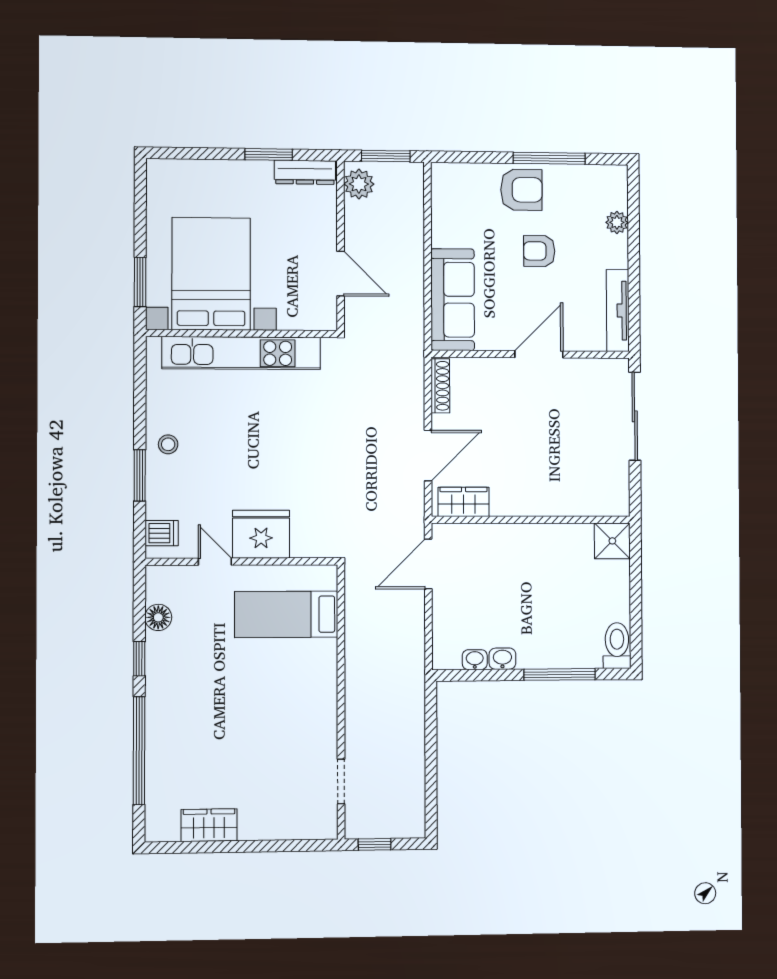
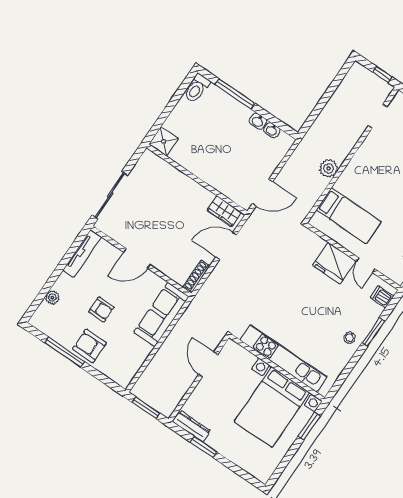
plant: (359, 184) -> (329, 168), moved

